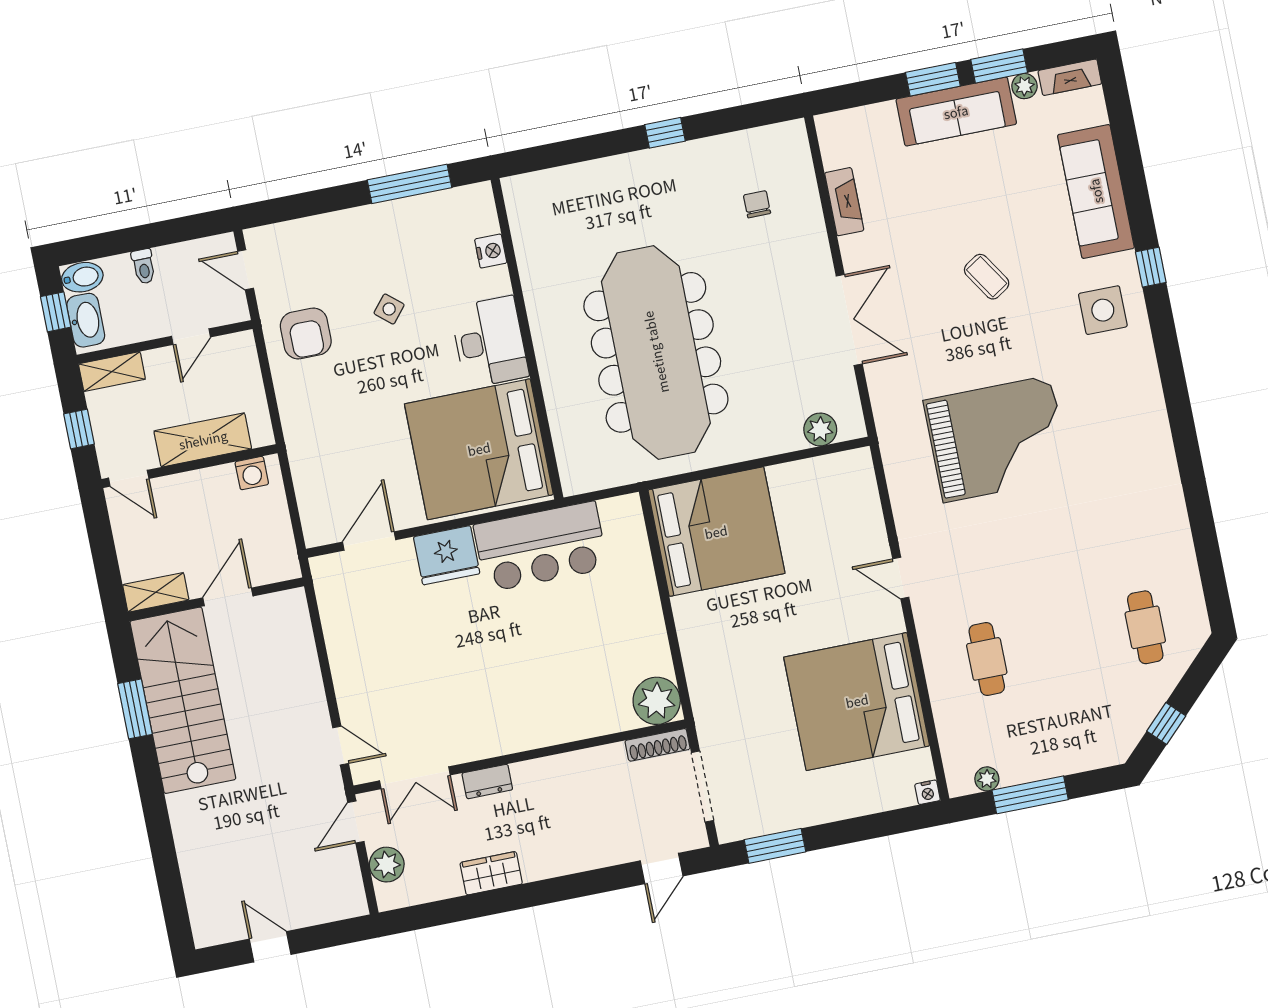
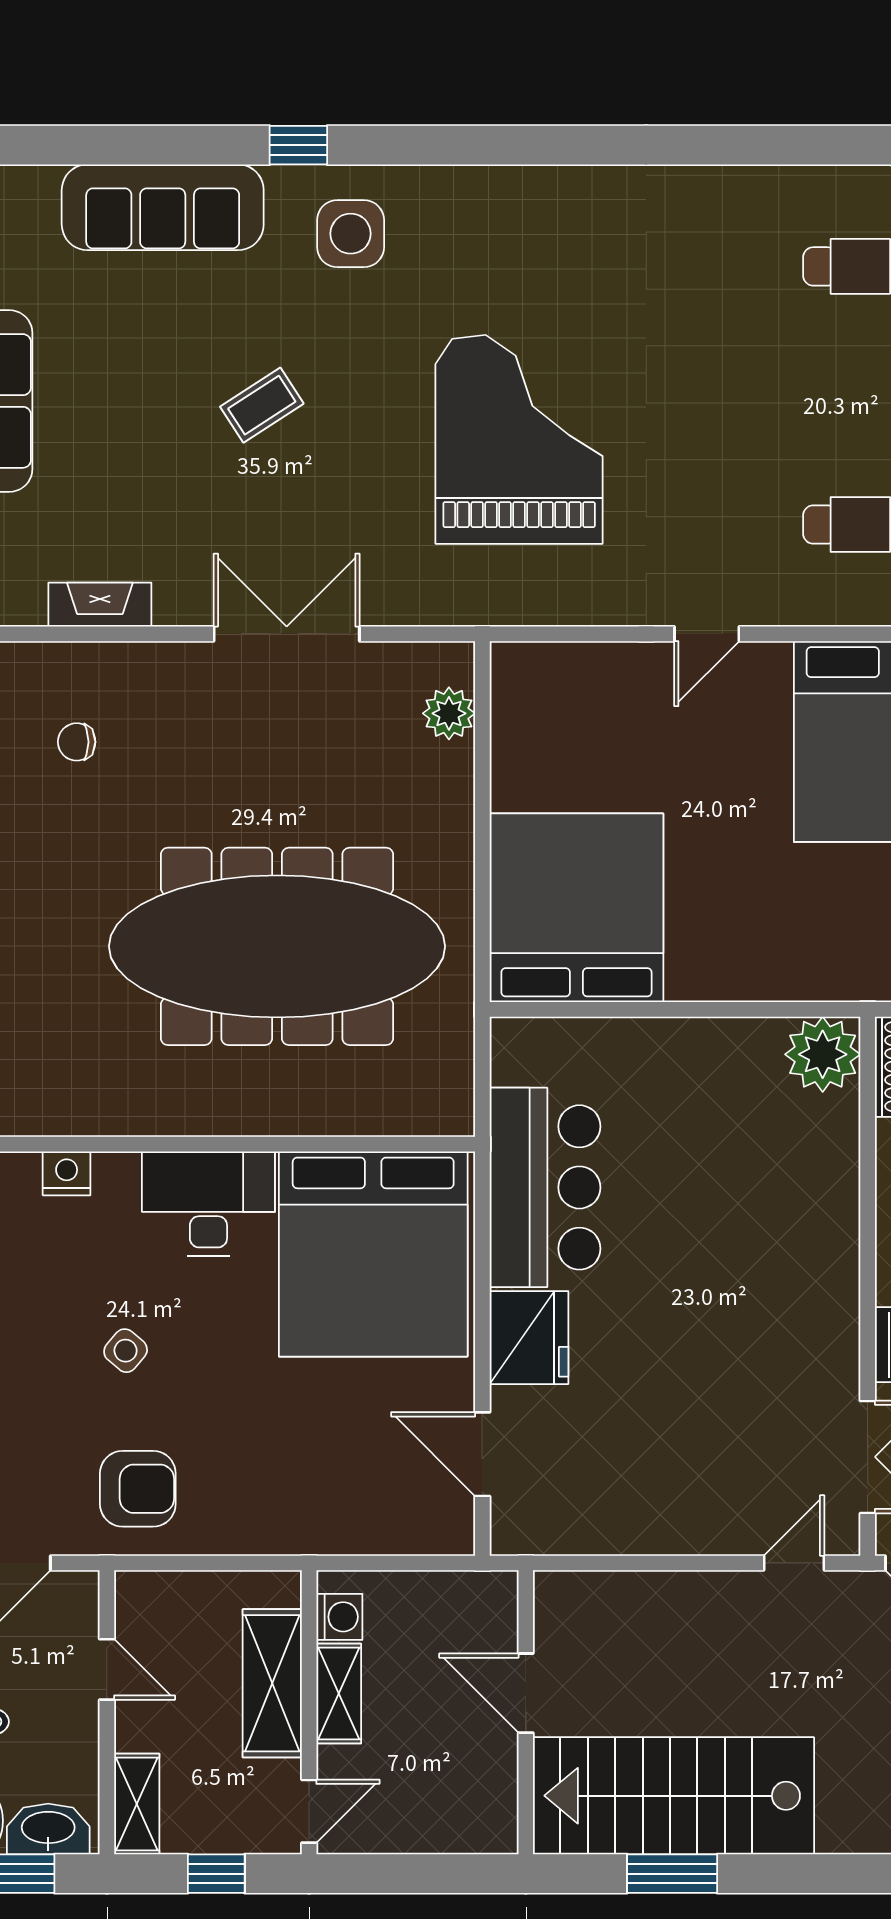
shelving: (156, 592) -> (339, 1694), moved

